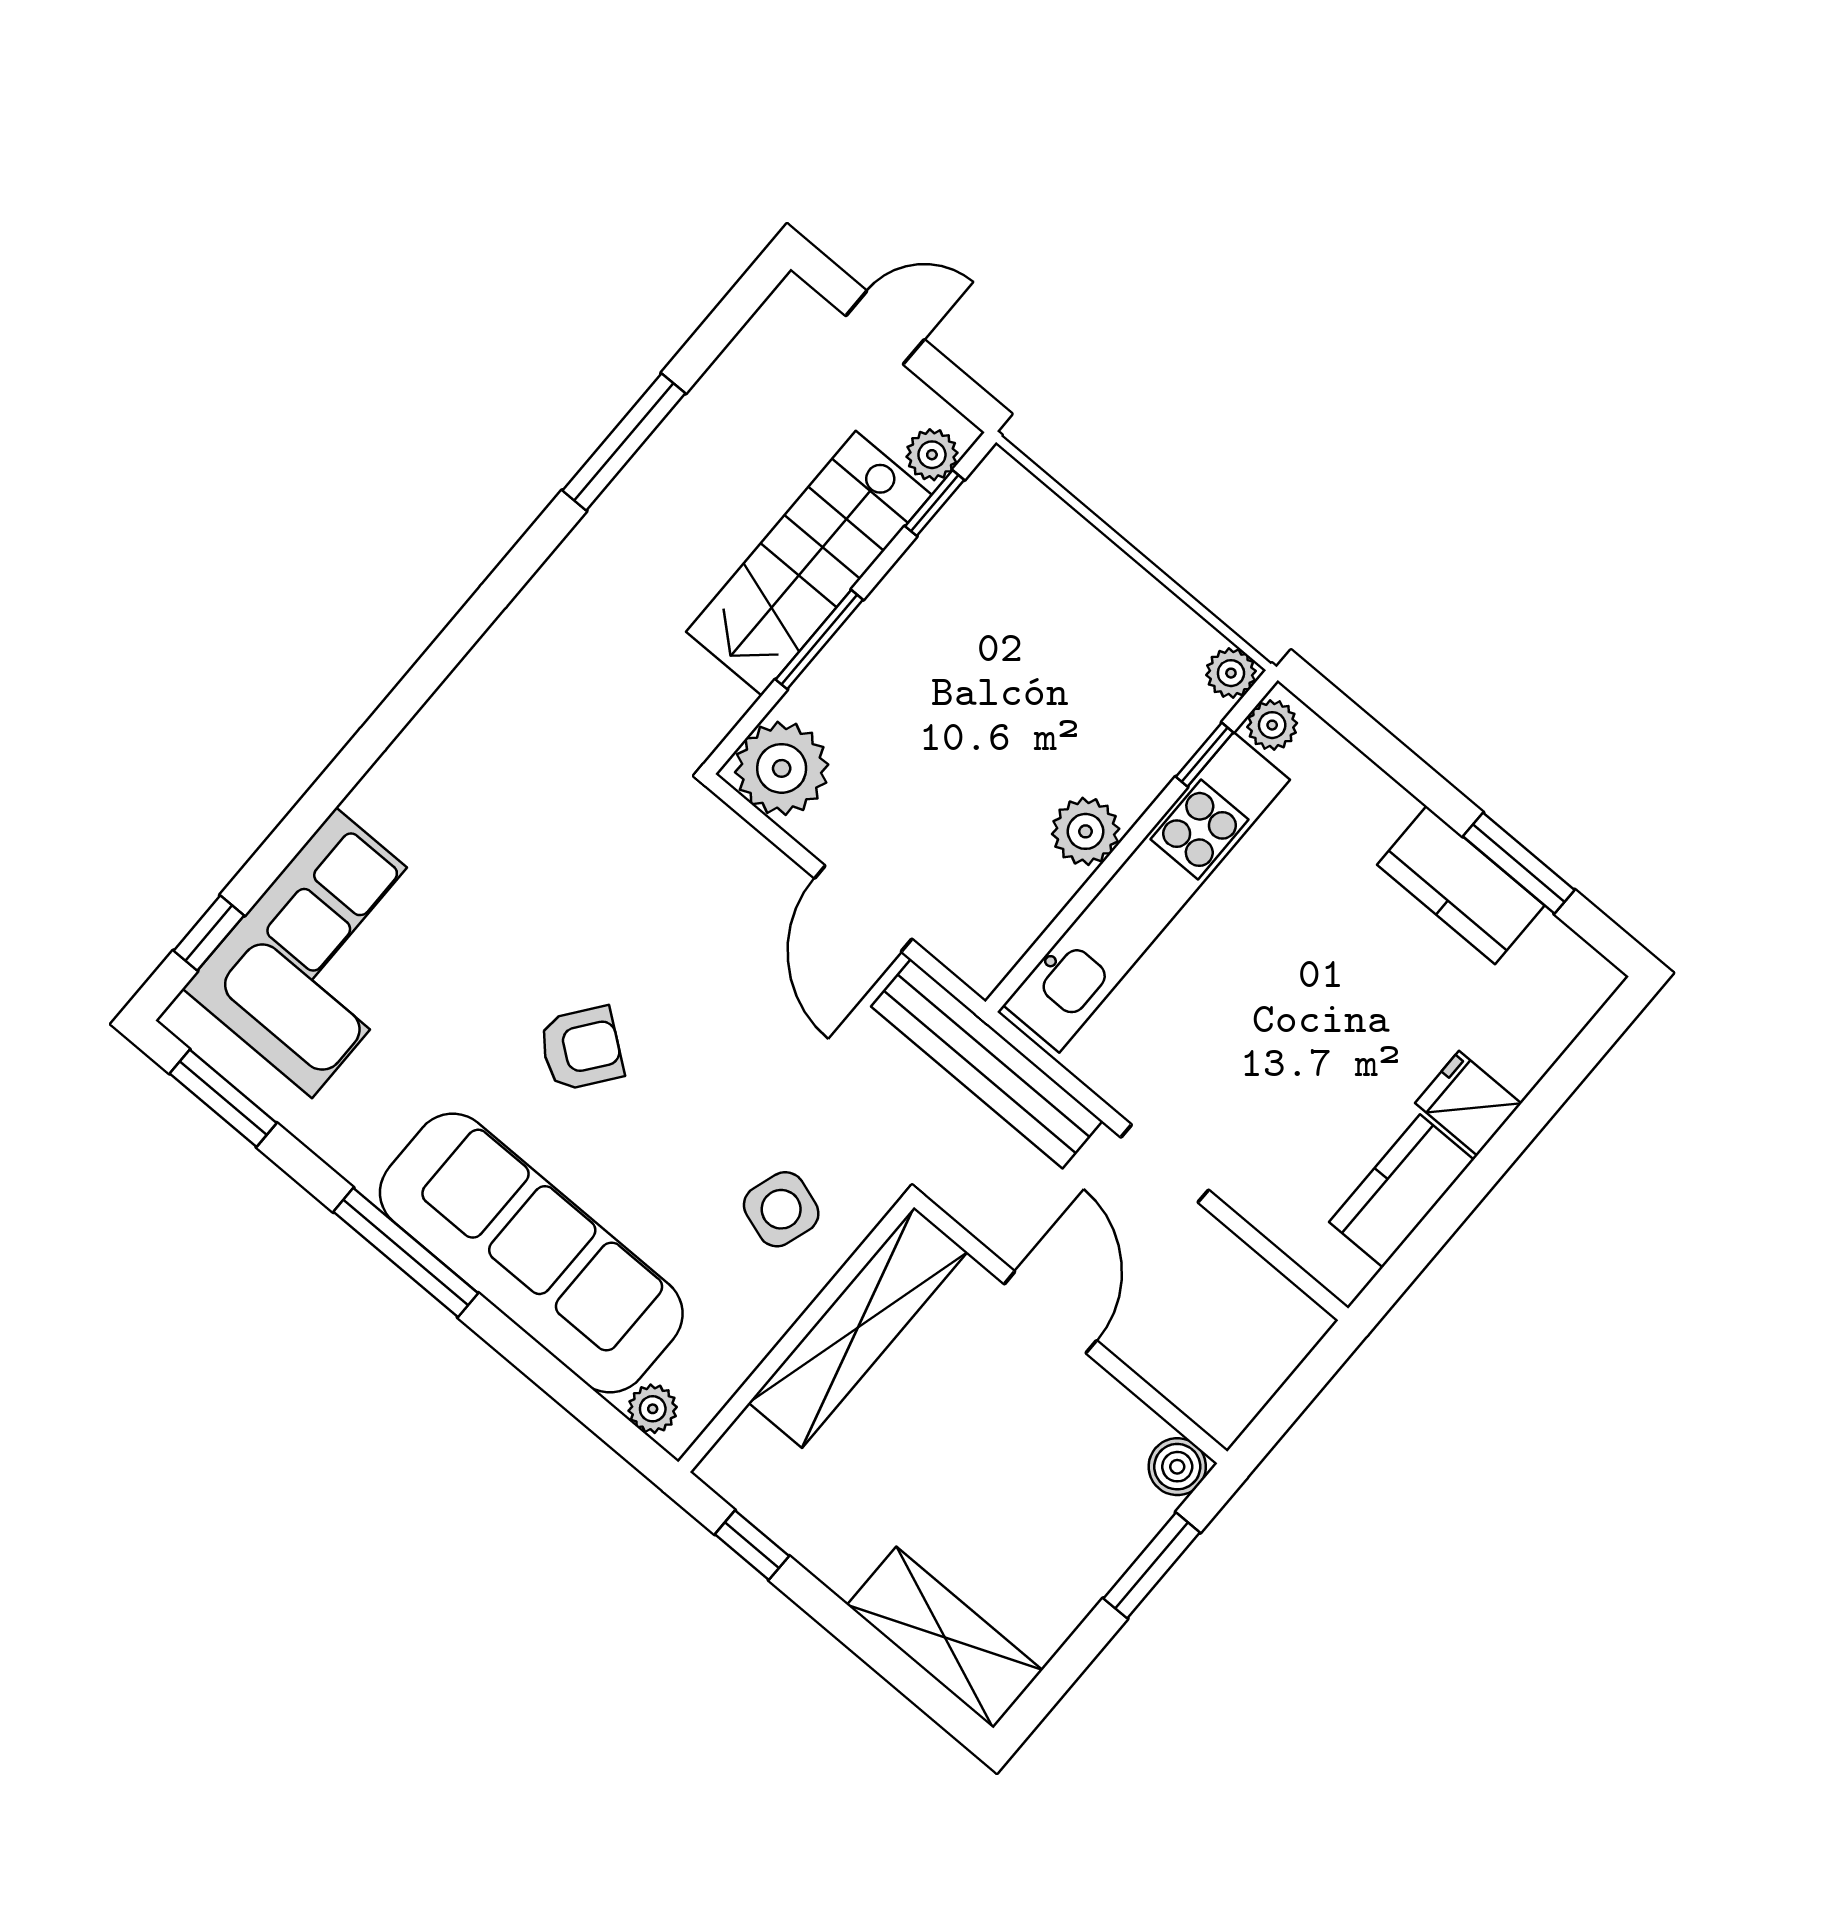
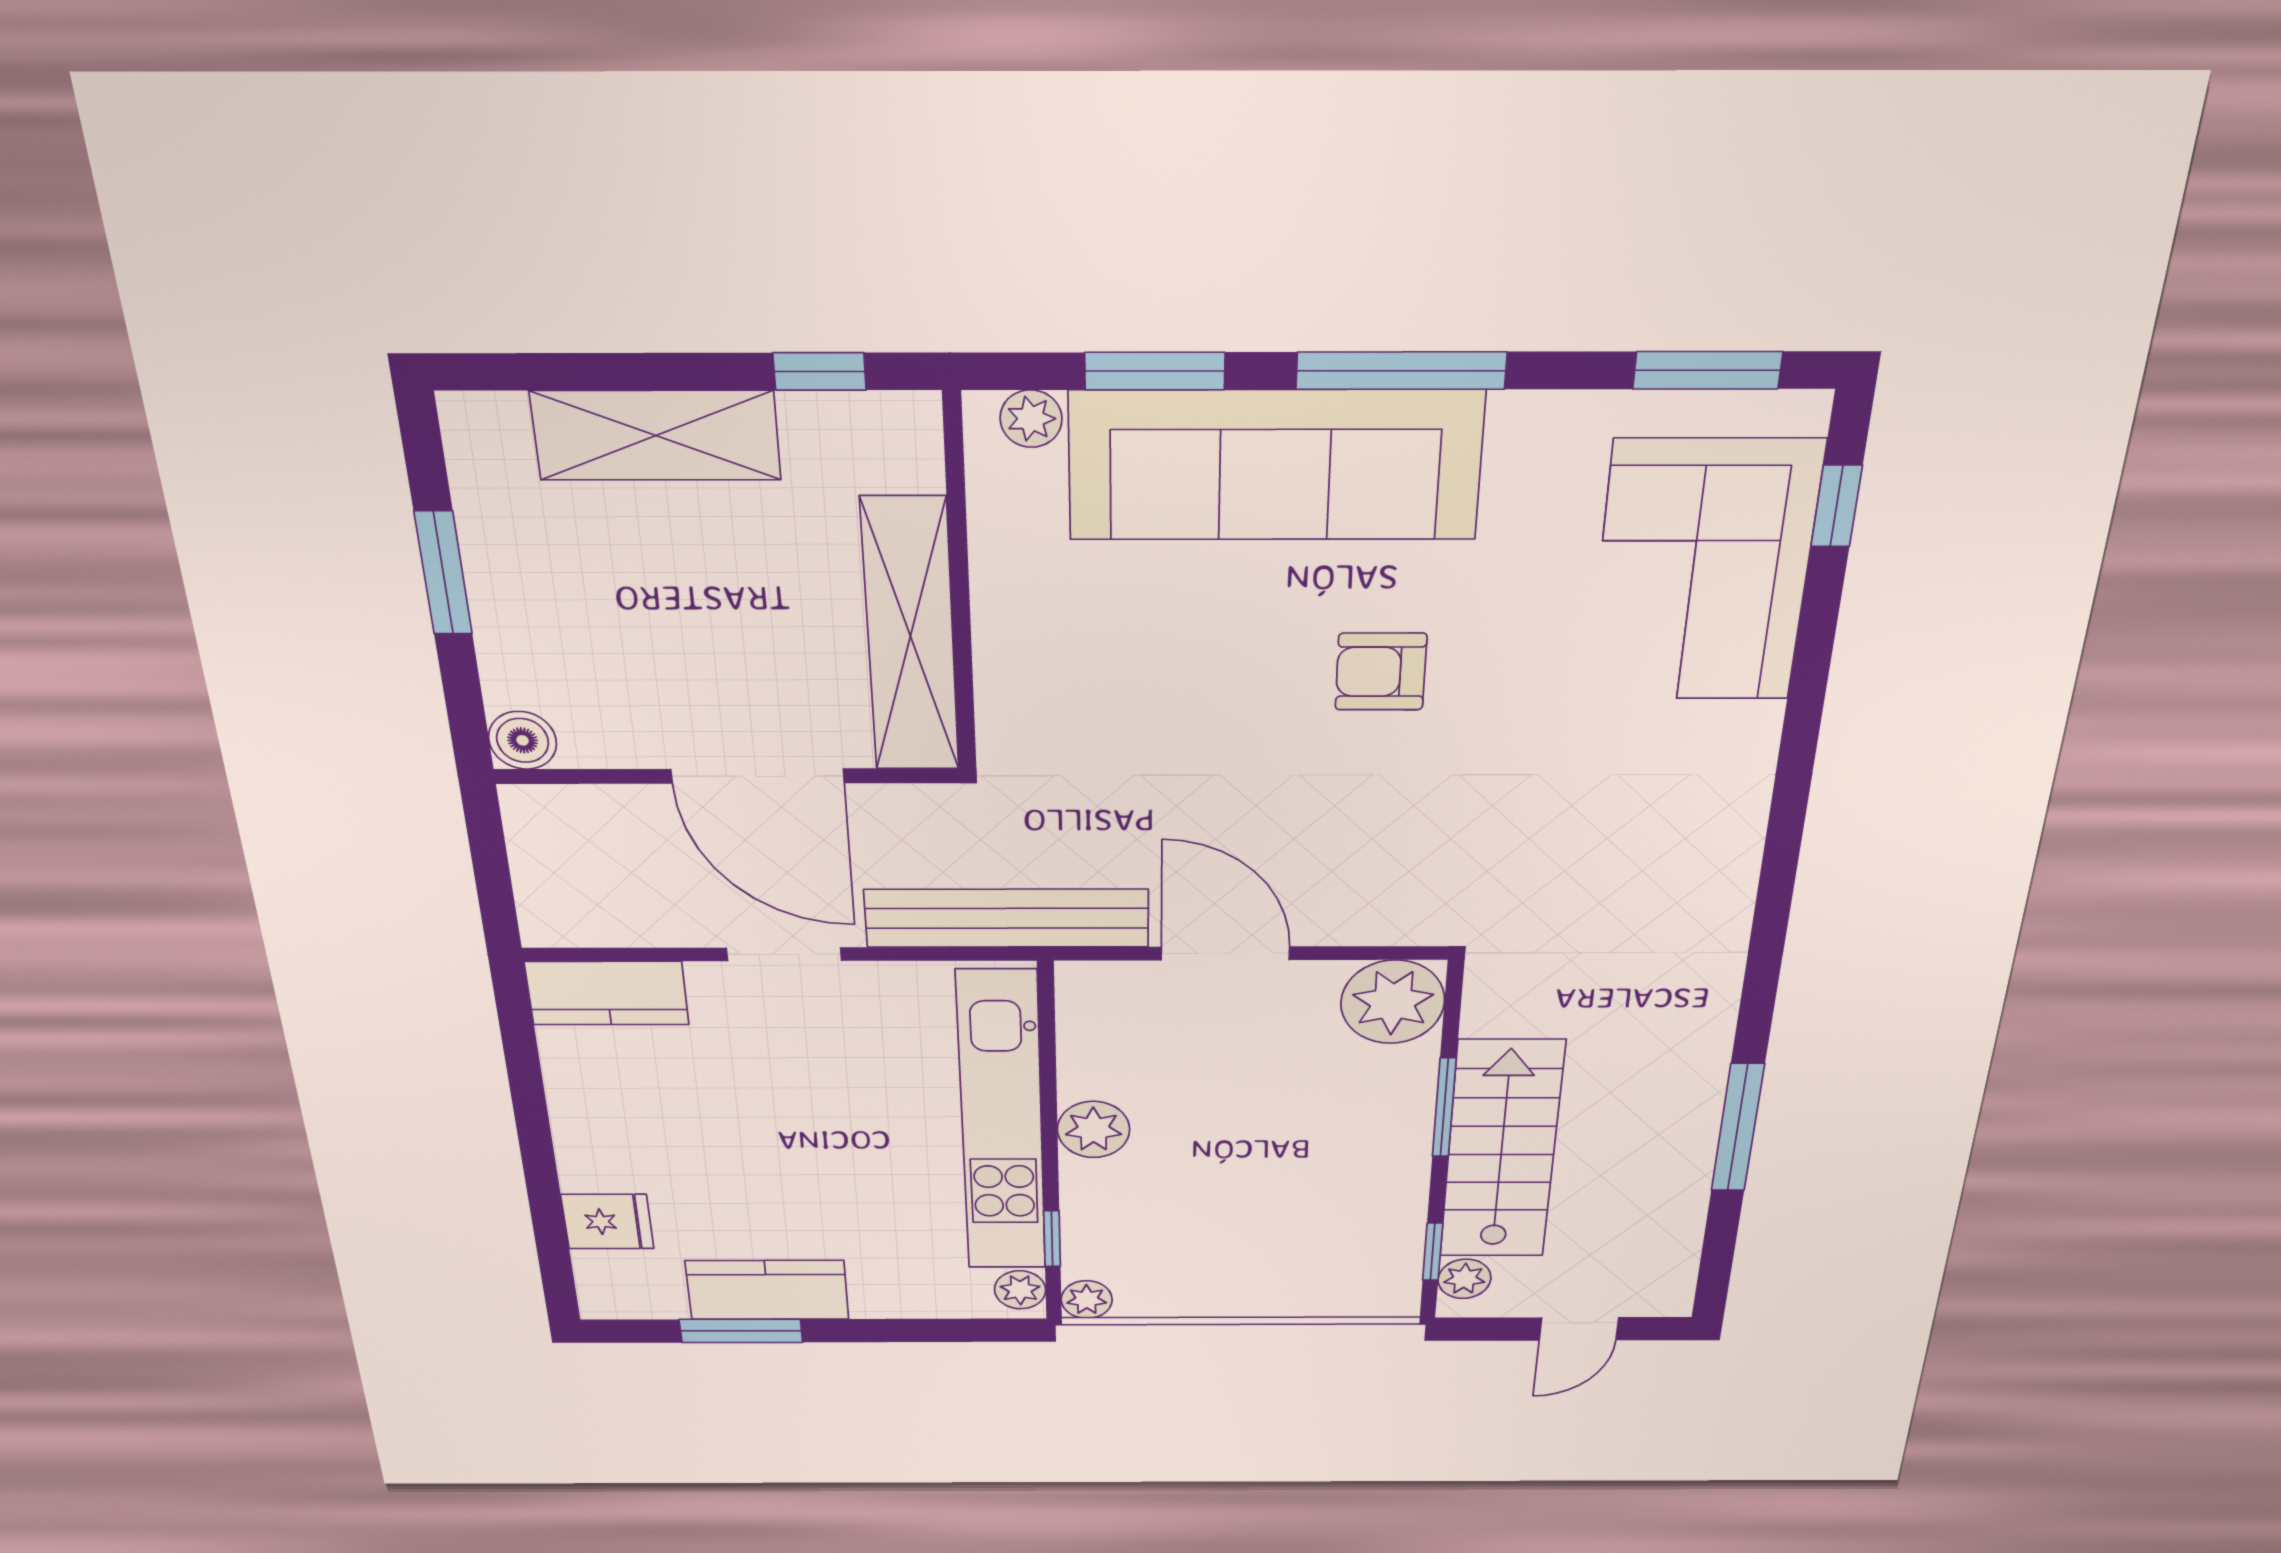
armchair: (581, 1049) -> (1381, 672), turned 53
fridge: (1468, 1103) -> (607, 1222), moved
kitchen counter: (1401, 1191) -> (607, 993), moved, turned 90
side table: (781, 1209) -> (1074, 679), removed
door: (1050, 1312) -> (758, 776), width x1.36
window: (552, 1376) -> (1155, 371), added
window: (1152, 1565) -> (443, 573), moved
shelving: (945, 1637) -> (656, 436), moved

